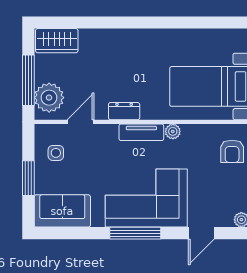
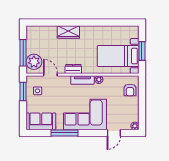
wardrobe: (57, 41) -> (68, 32), moved
door: (80, 122) -> (50, 75), hinge flipped
window: (28, 178) -> (23, 91), moved
window: (135, 233) -> (65, 133), moved

